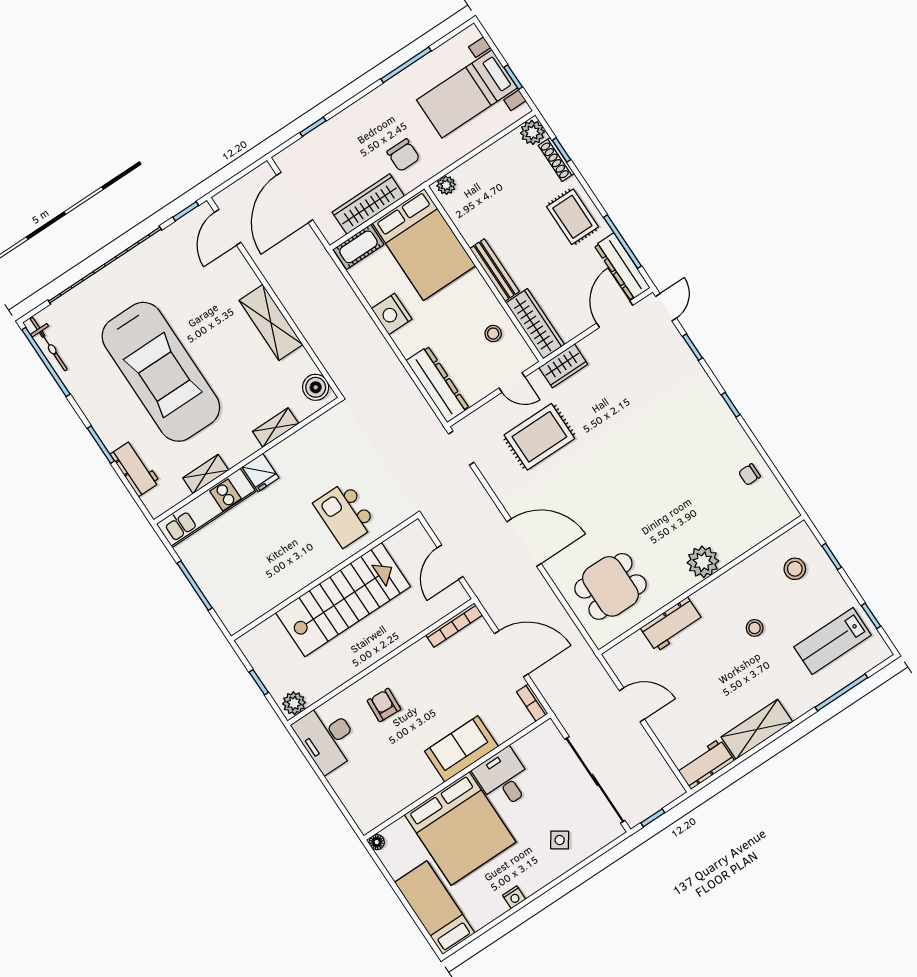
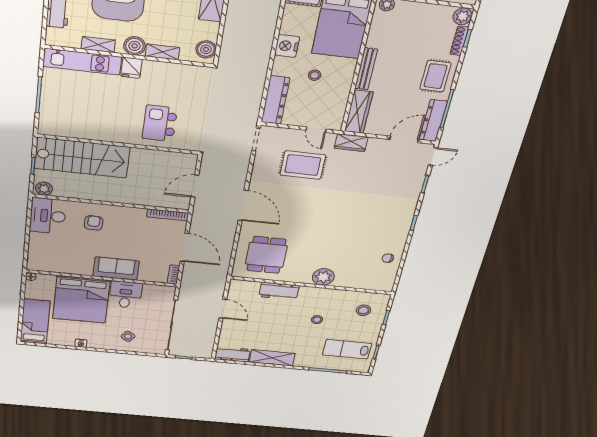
stool: (493, 334) -> (315, 75), moved
boiler: (242, 445) -> (134, 46), added
dining table: (610, 586) -> (266, 255), turned 90
stairs: (343, 600) -> (82, 158), moved

